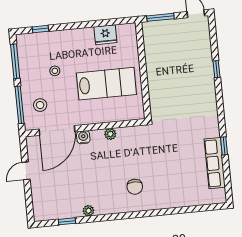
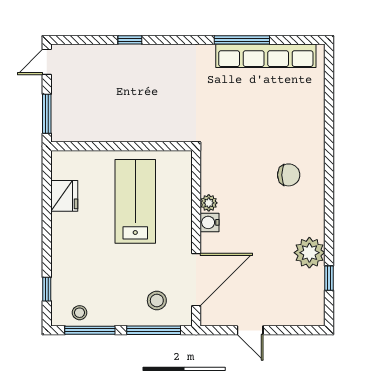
stool: (55, 71) -> (80, 313), moved
door: (57, 131) -> (196, 280), hinge flipped
water cooler: (83, 137) -> (210, 222), moved
window: (224, 146) -> (242, 40), width x2.17
row of seats: (215, 163) -> (266, 56), width x1.36
plant: (88, 211) -> (309, 253), width x1.88, depth x1.88

